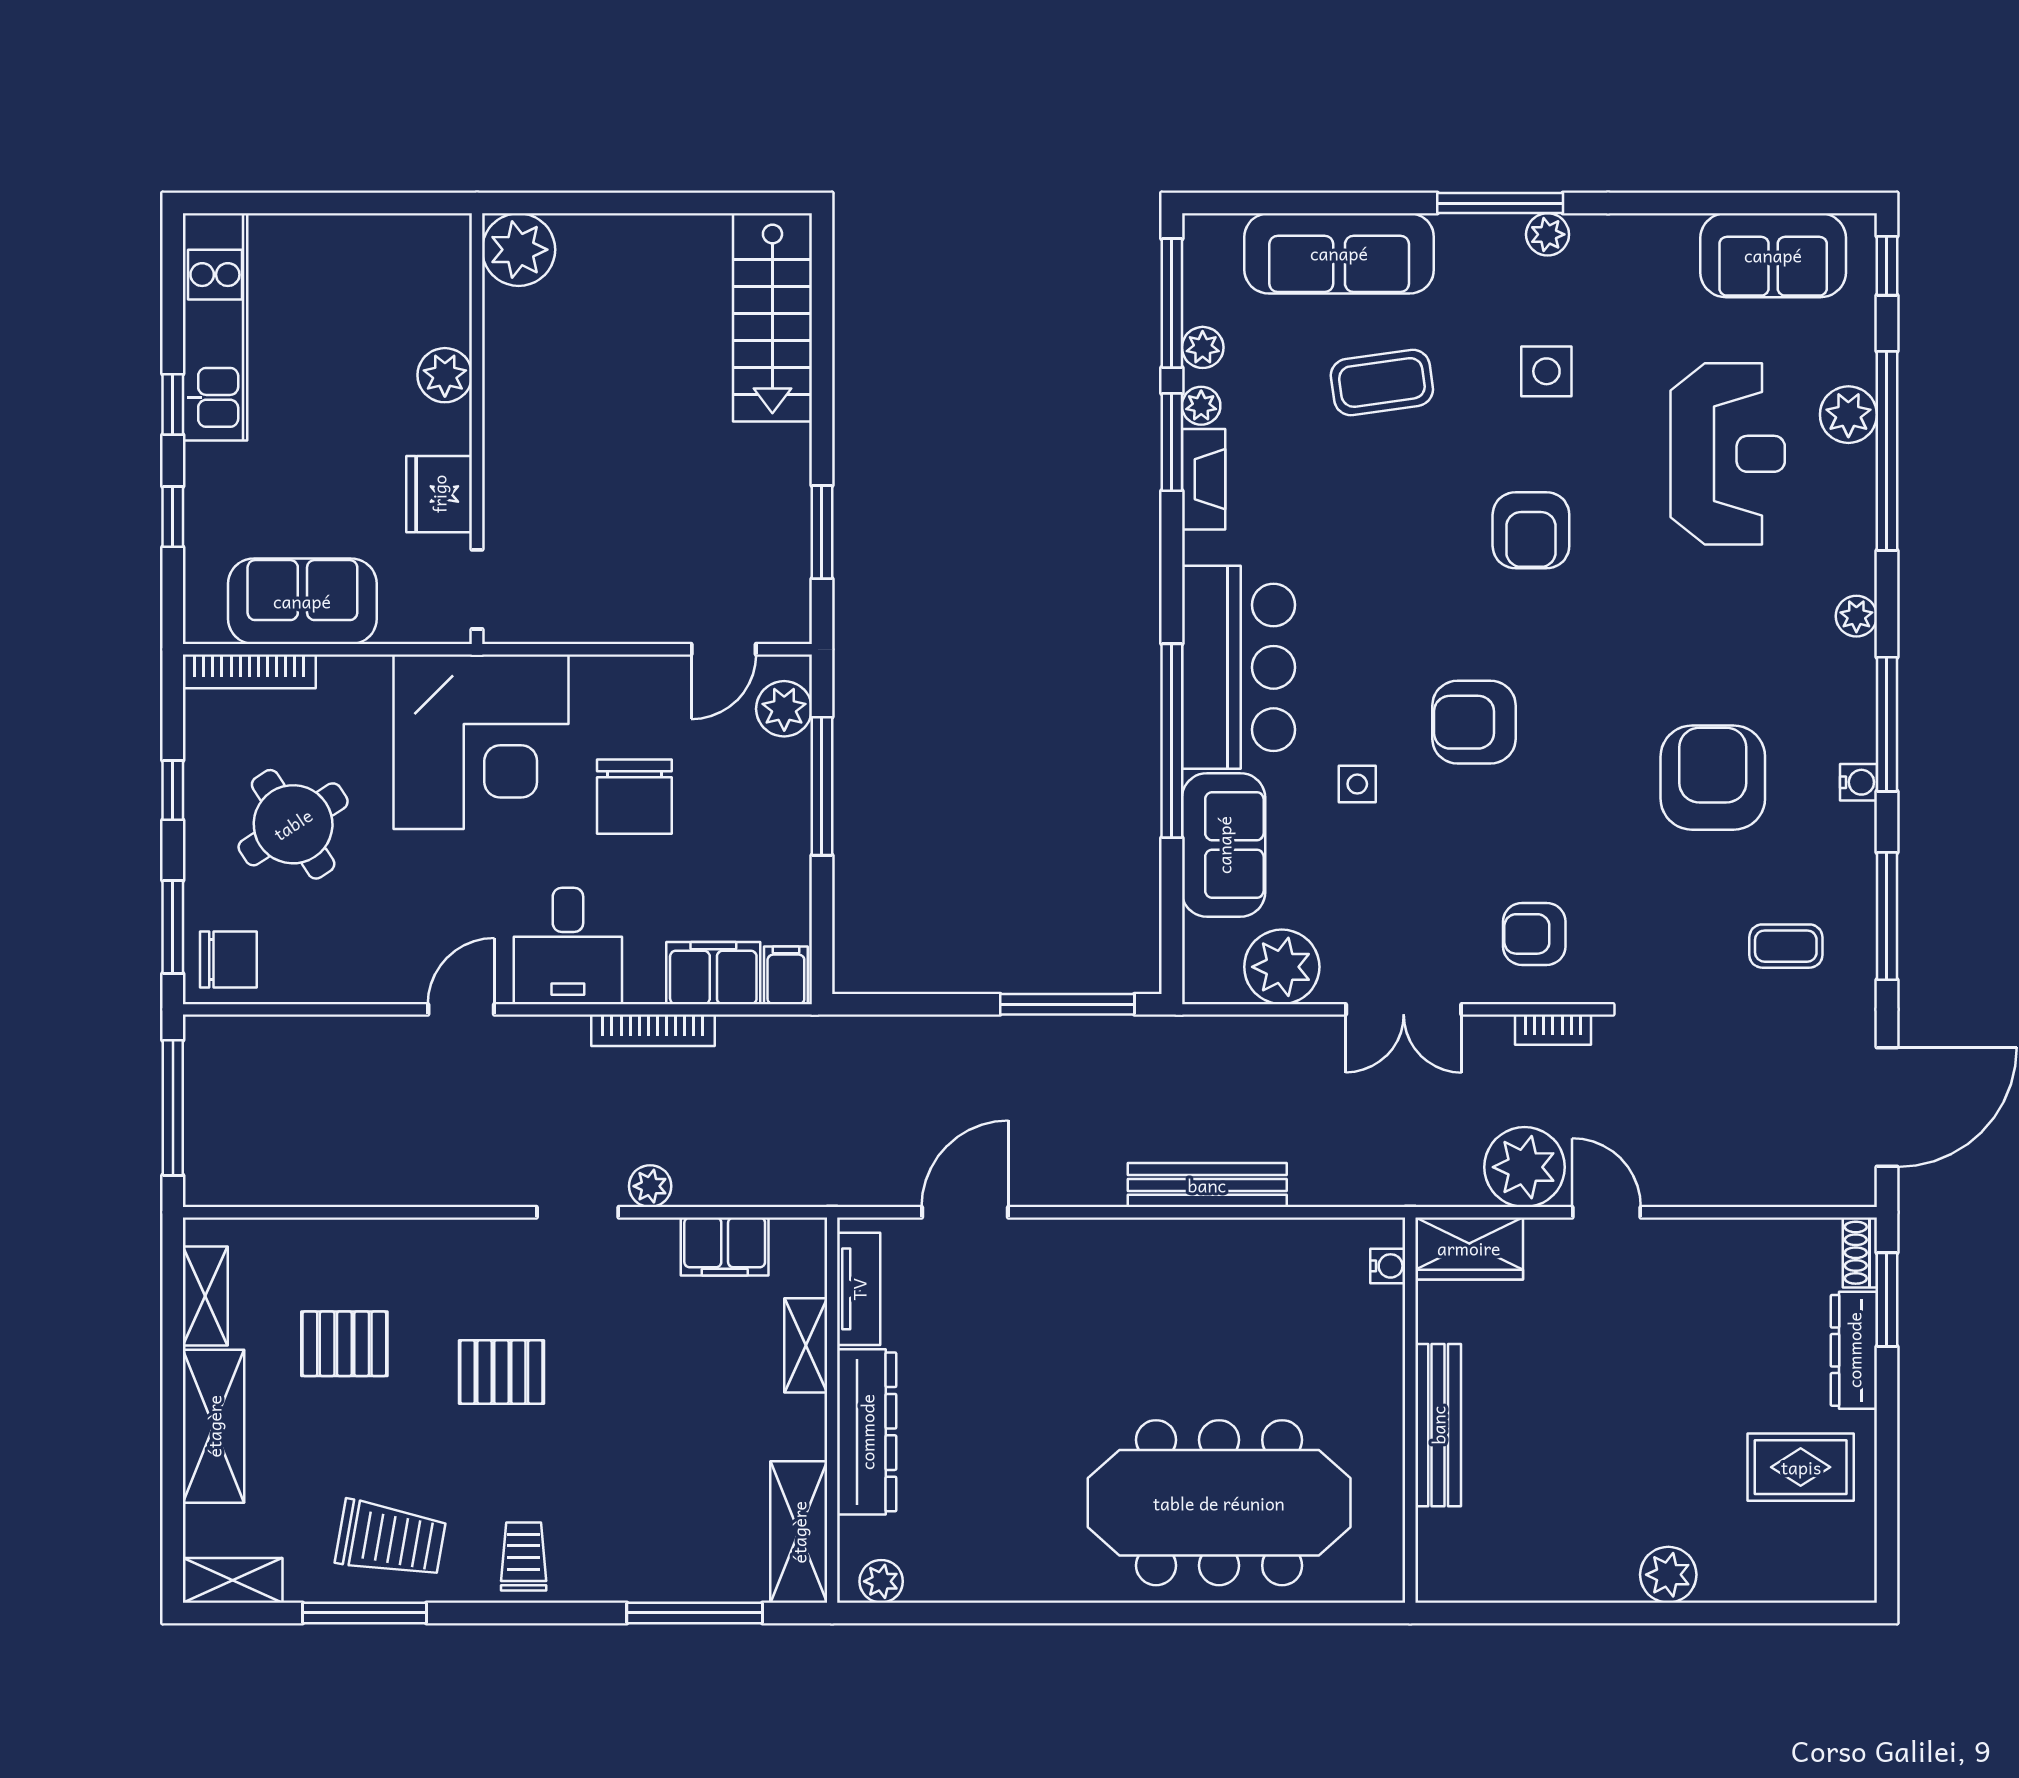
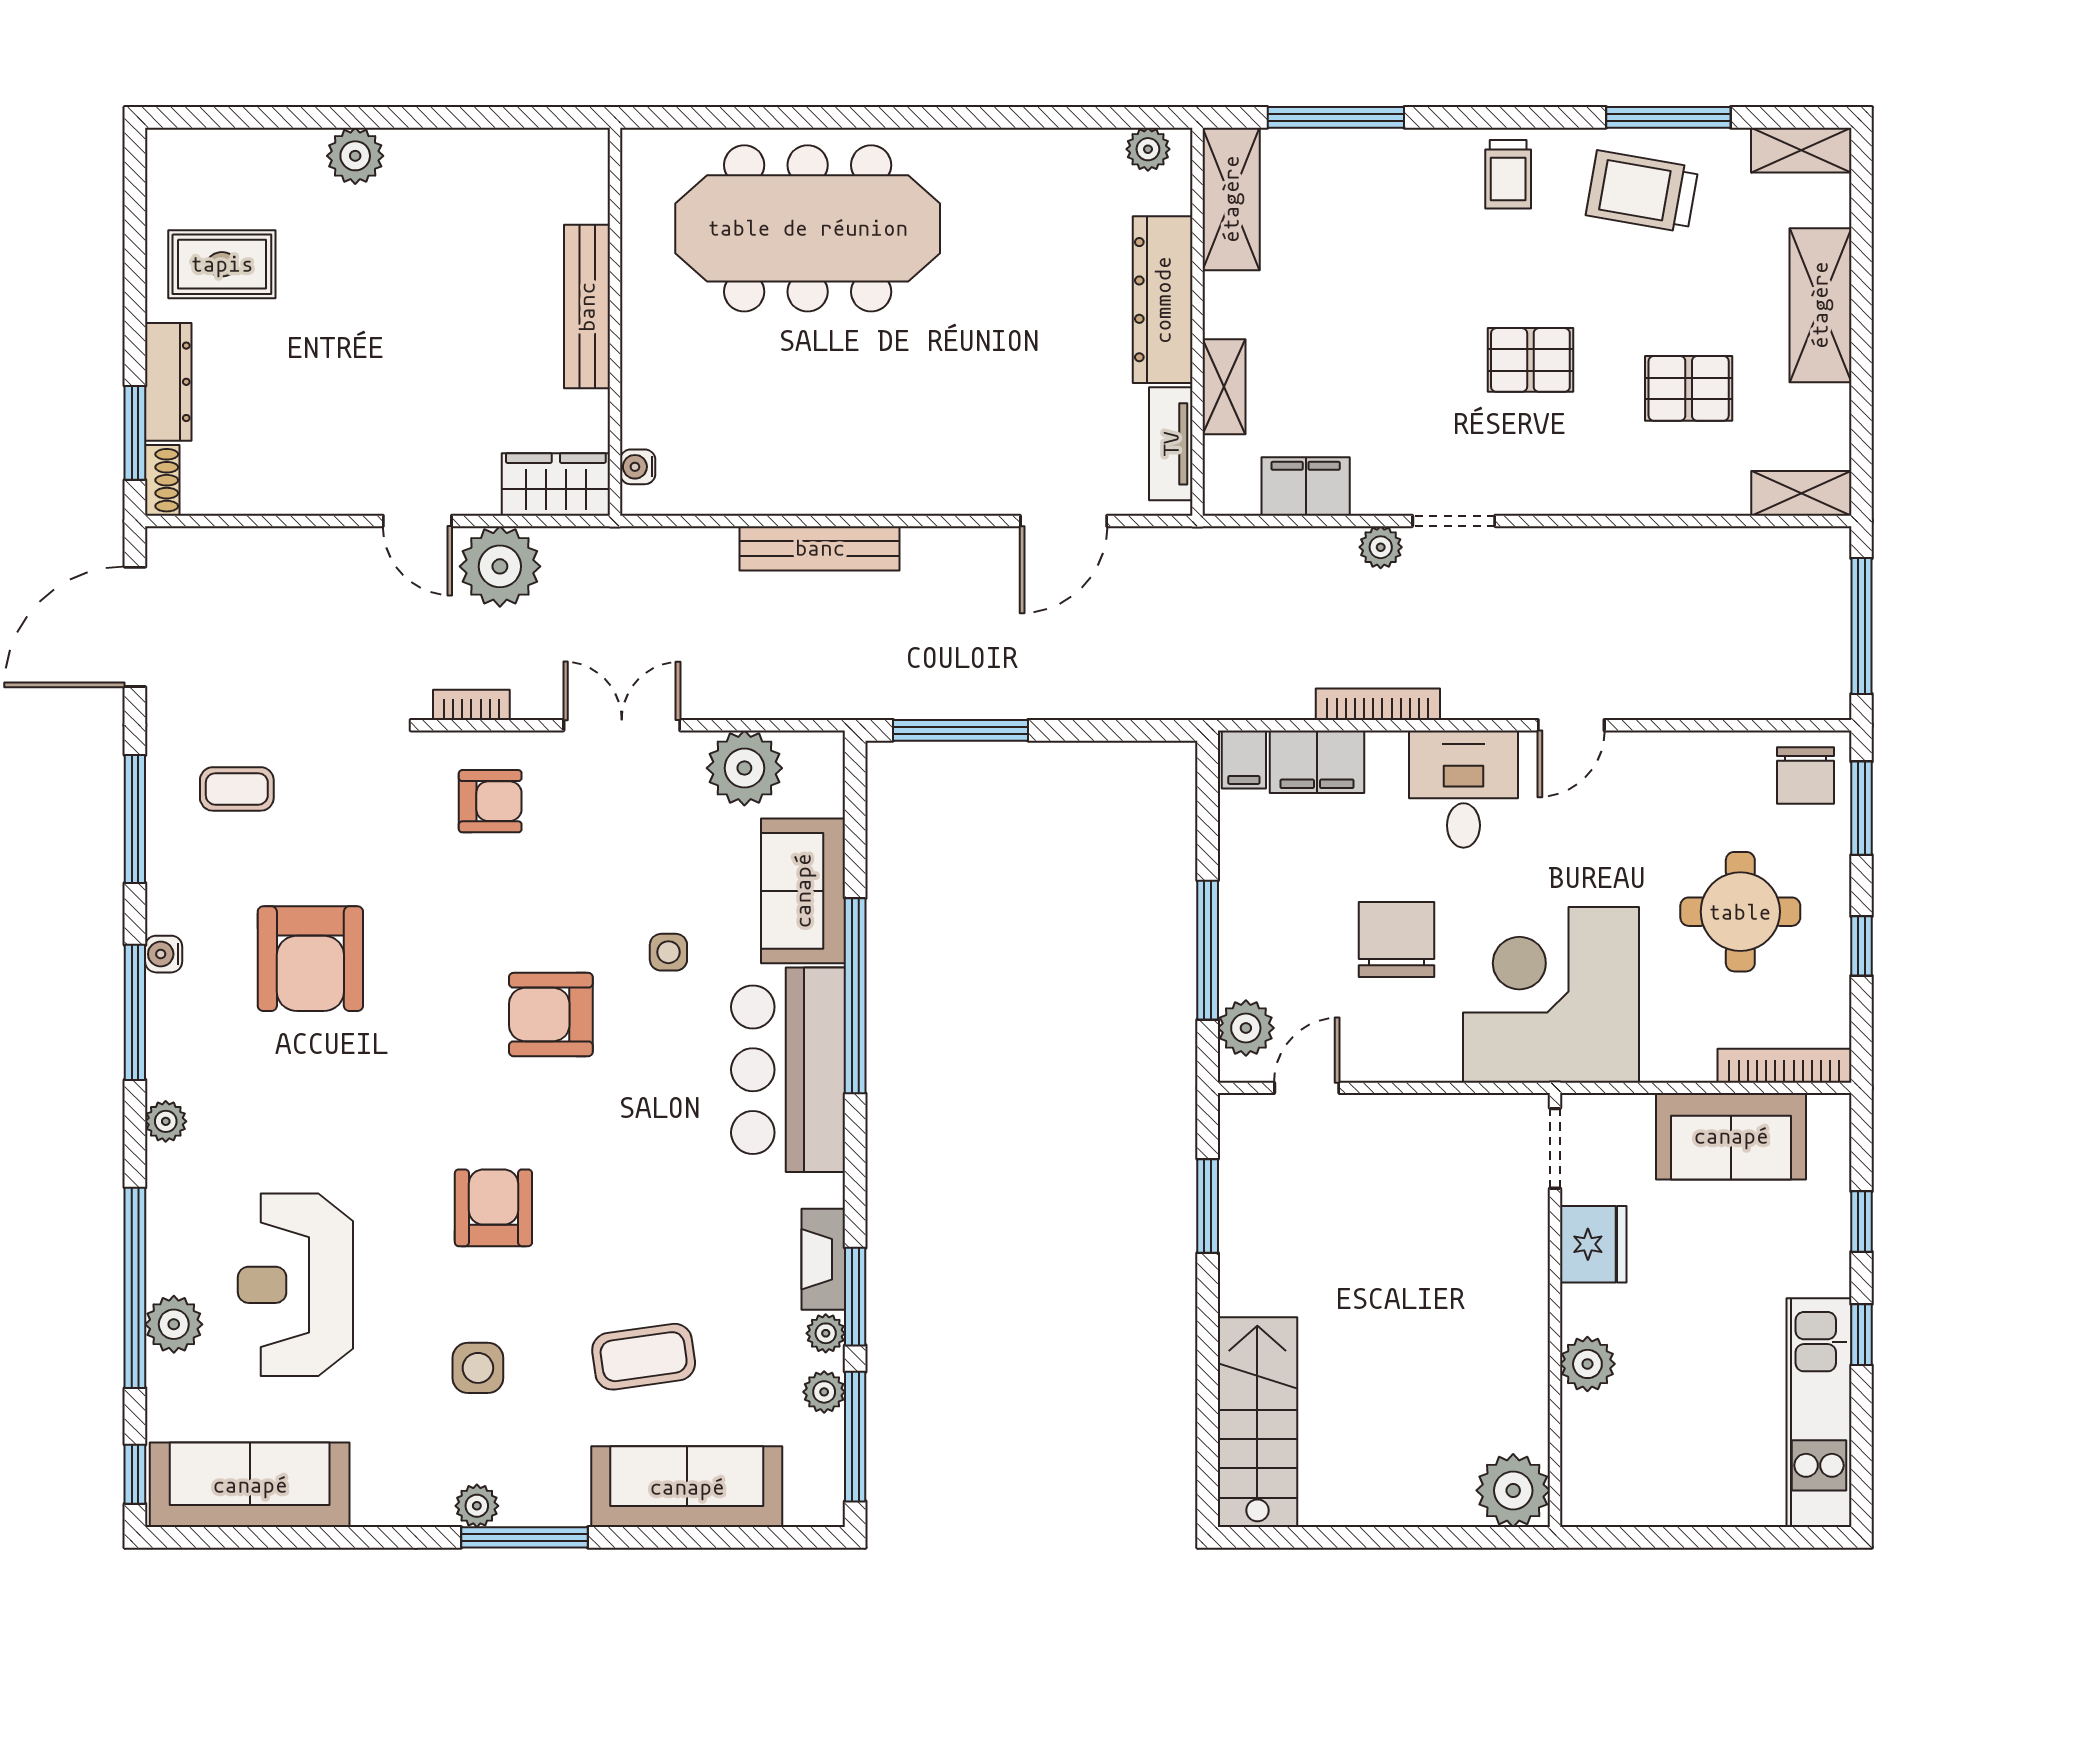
sofa: (1773, 255) -> (250, 1485), width x1.36
armchair: (1474, 722) -> (551, 1015), turned 180
round table: (293, 824) -> (1740, 912), turned 33
chair: (228, 959) -> (1805, 775), turned -90
shelving: (205, 1296) -> (1801, 493), moved, turned 90

